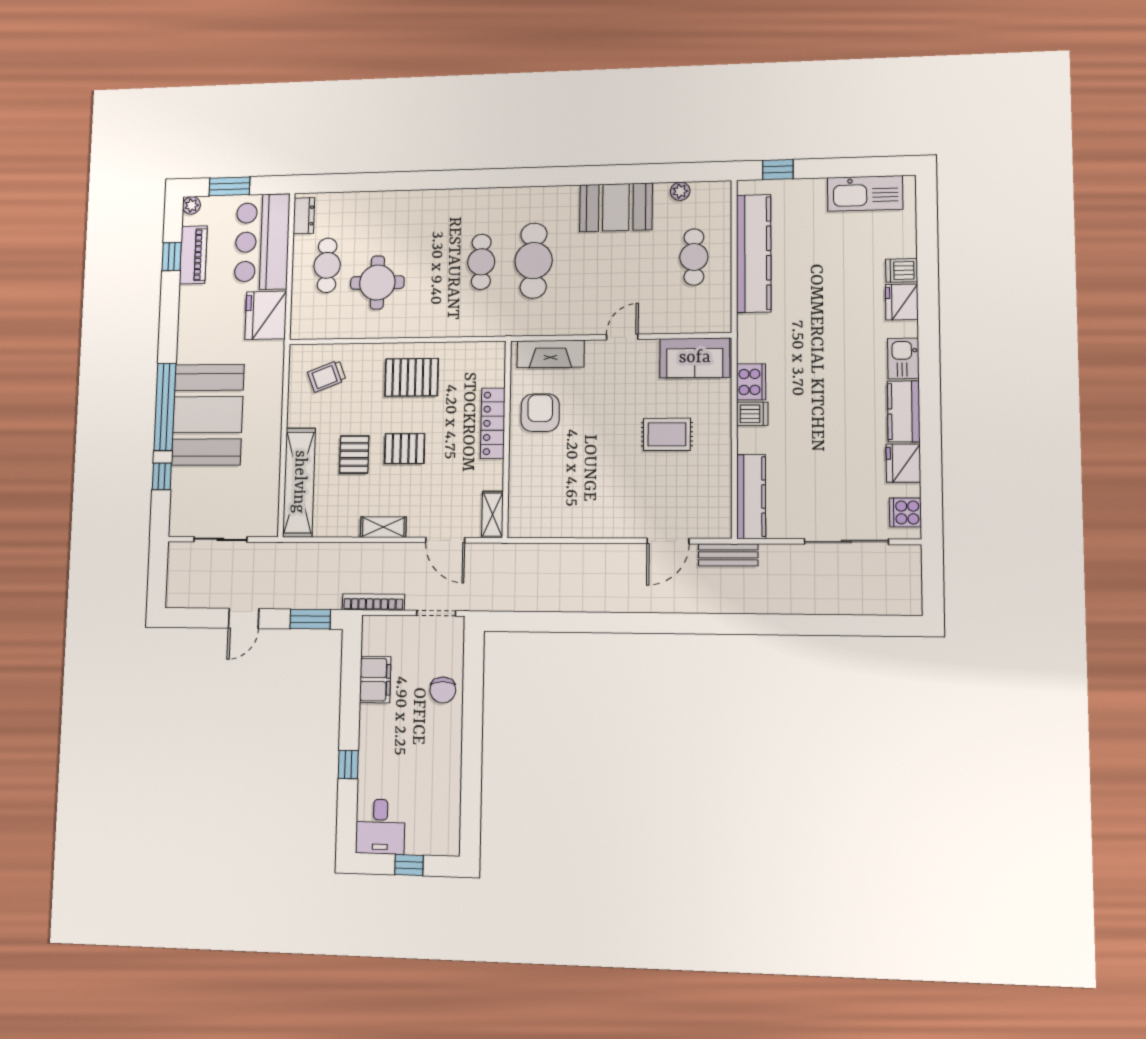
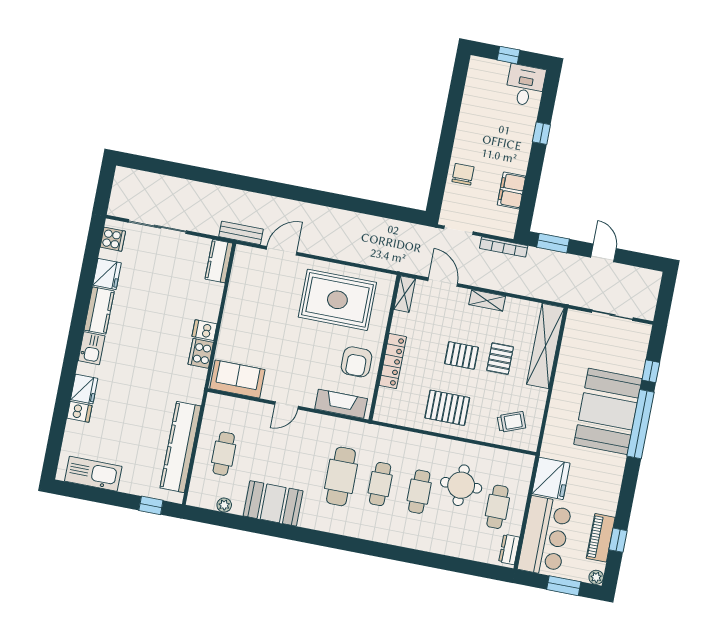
cafe table: (429, 263) -> (419, 492), added
rug: (667, 434) -> (337, 300), moved, width x1.86, depth x2.06
kitchen counter: (751, 497) -> (219, 261), width x0.67
door: (244, 618) -> (603, 253), hinge flipped

